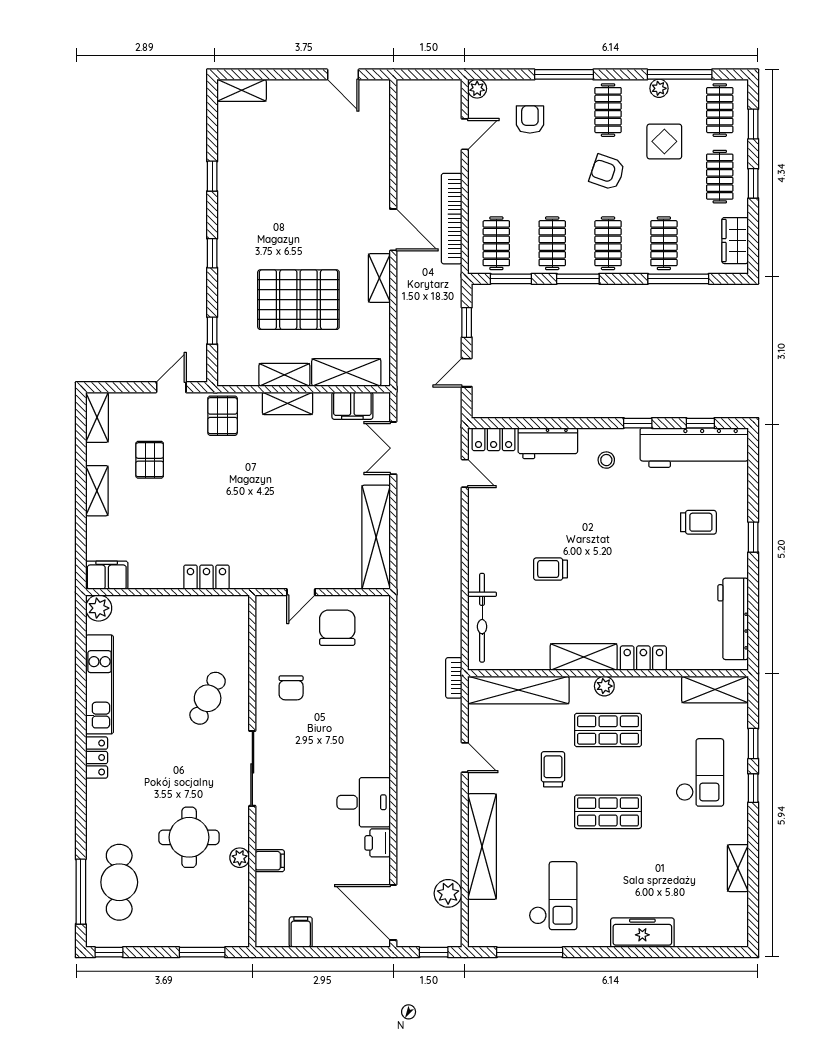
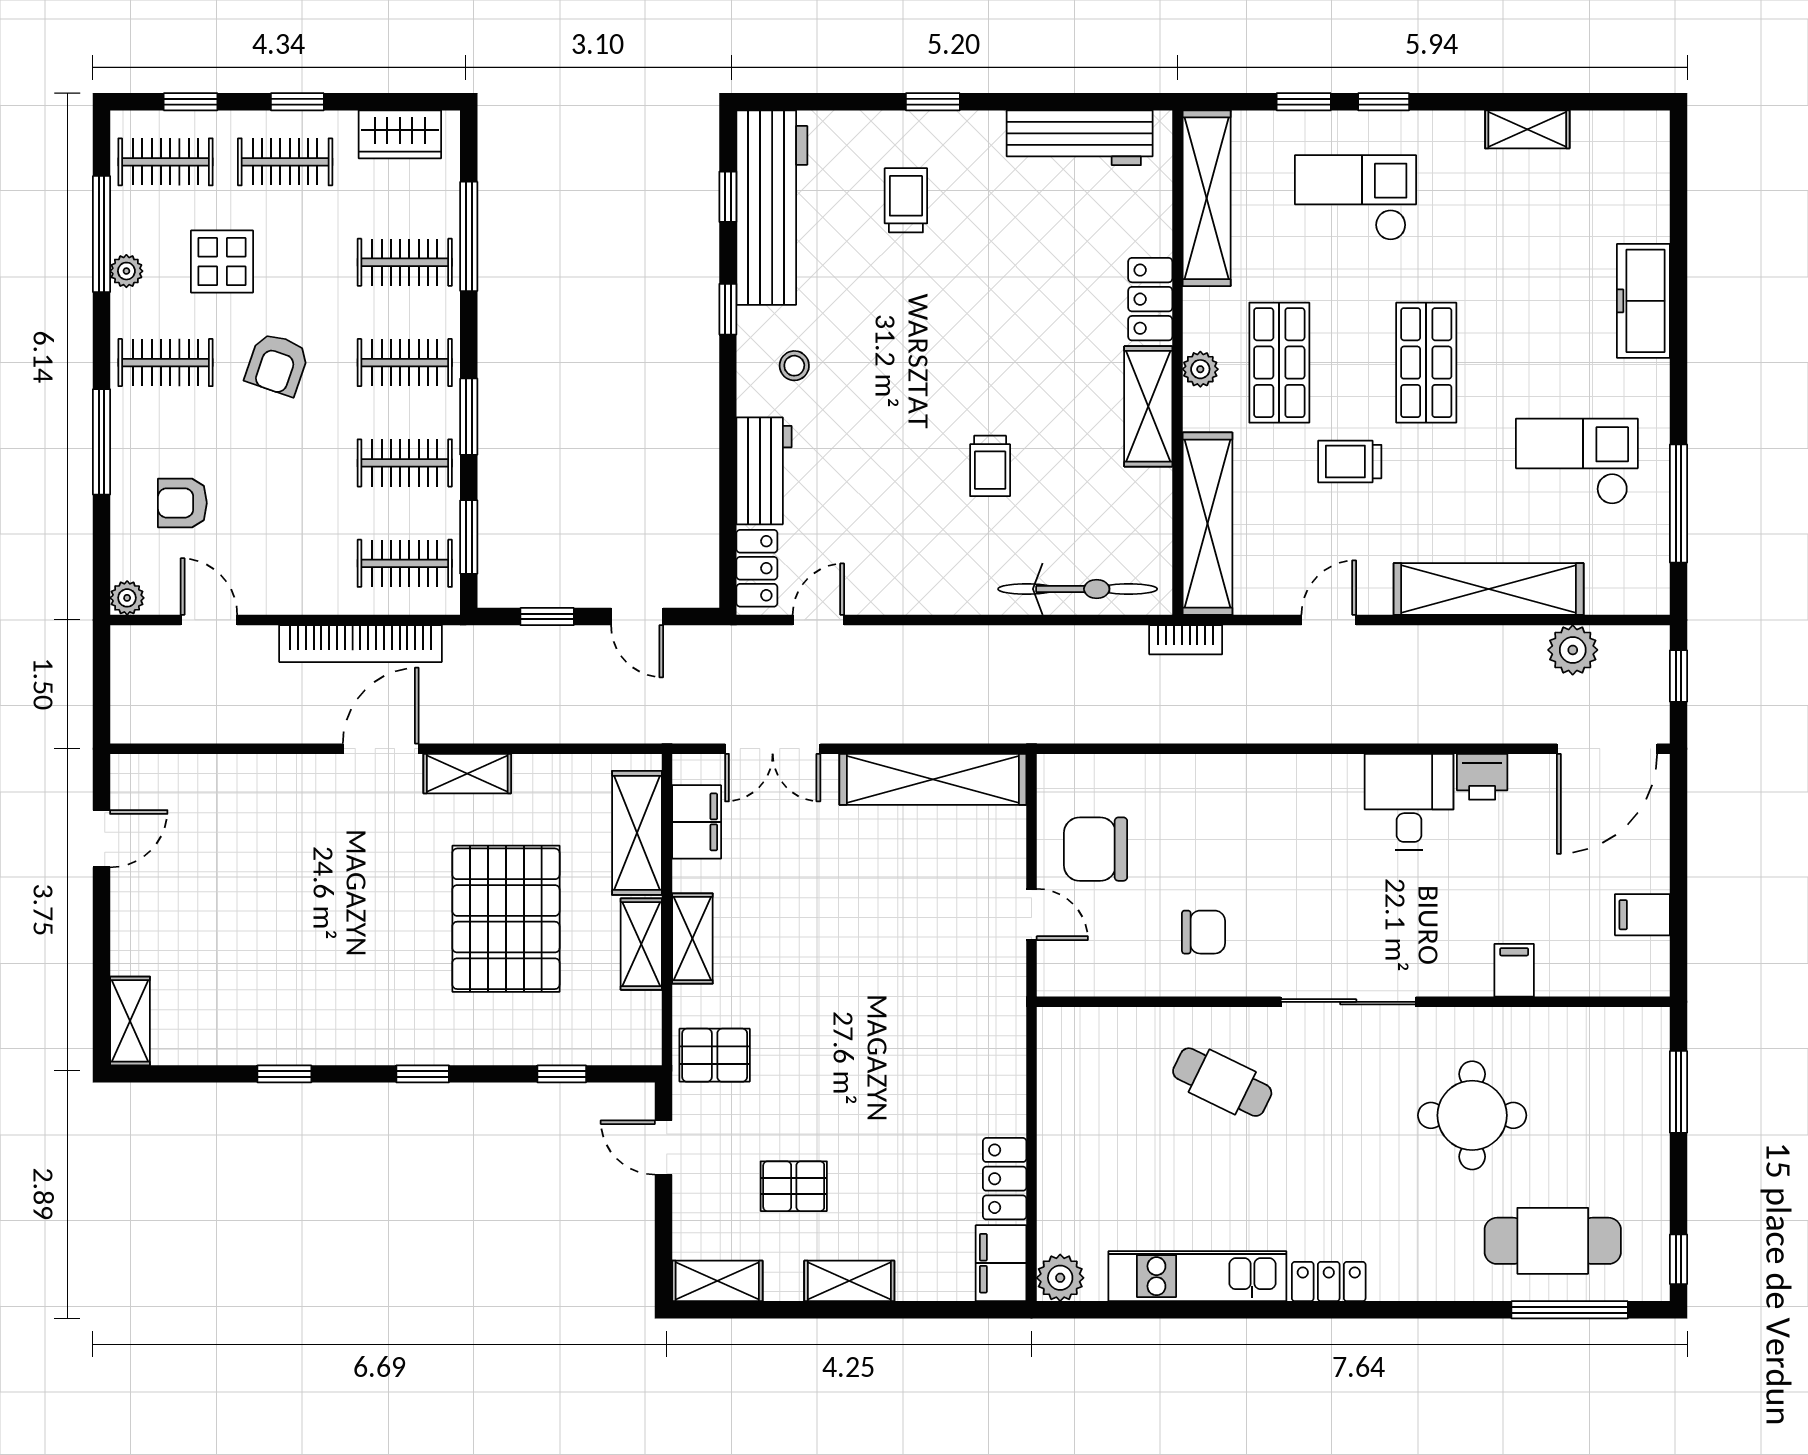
locker: (206, 577) -> (1005, 1179), moved
shelving: (715, 690) -> (1207, 198), width x1.47
plant: (240, 858) -> (1509, 1024), removed

